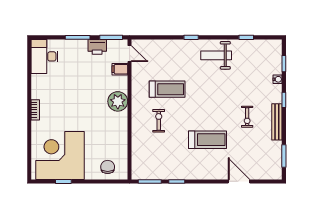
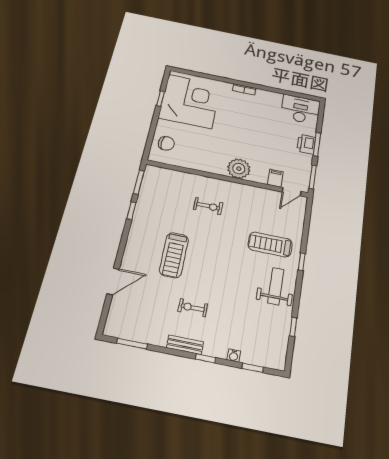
printer: (97, 47) -> (306, 144), moved
treadmill: (167, 89) -> (270, 245), moved, turned 90
bench: (277, 122) -> (185, 345), width x0.73

